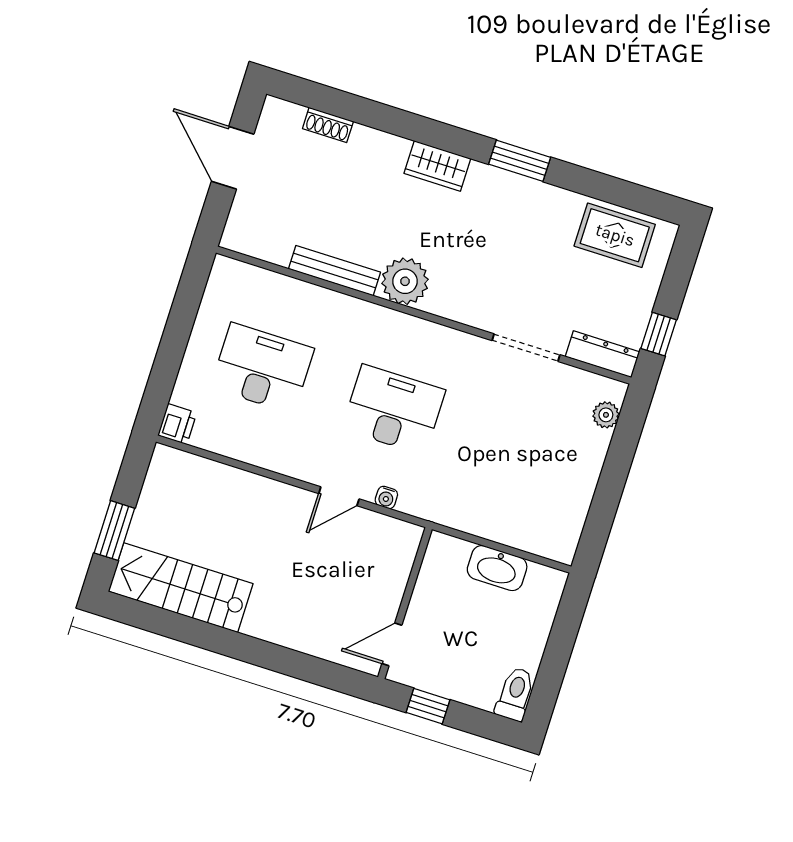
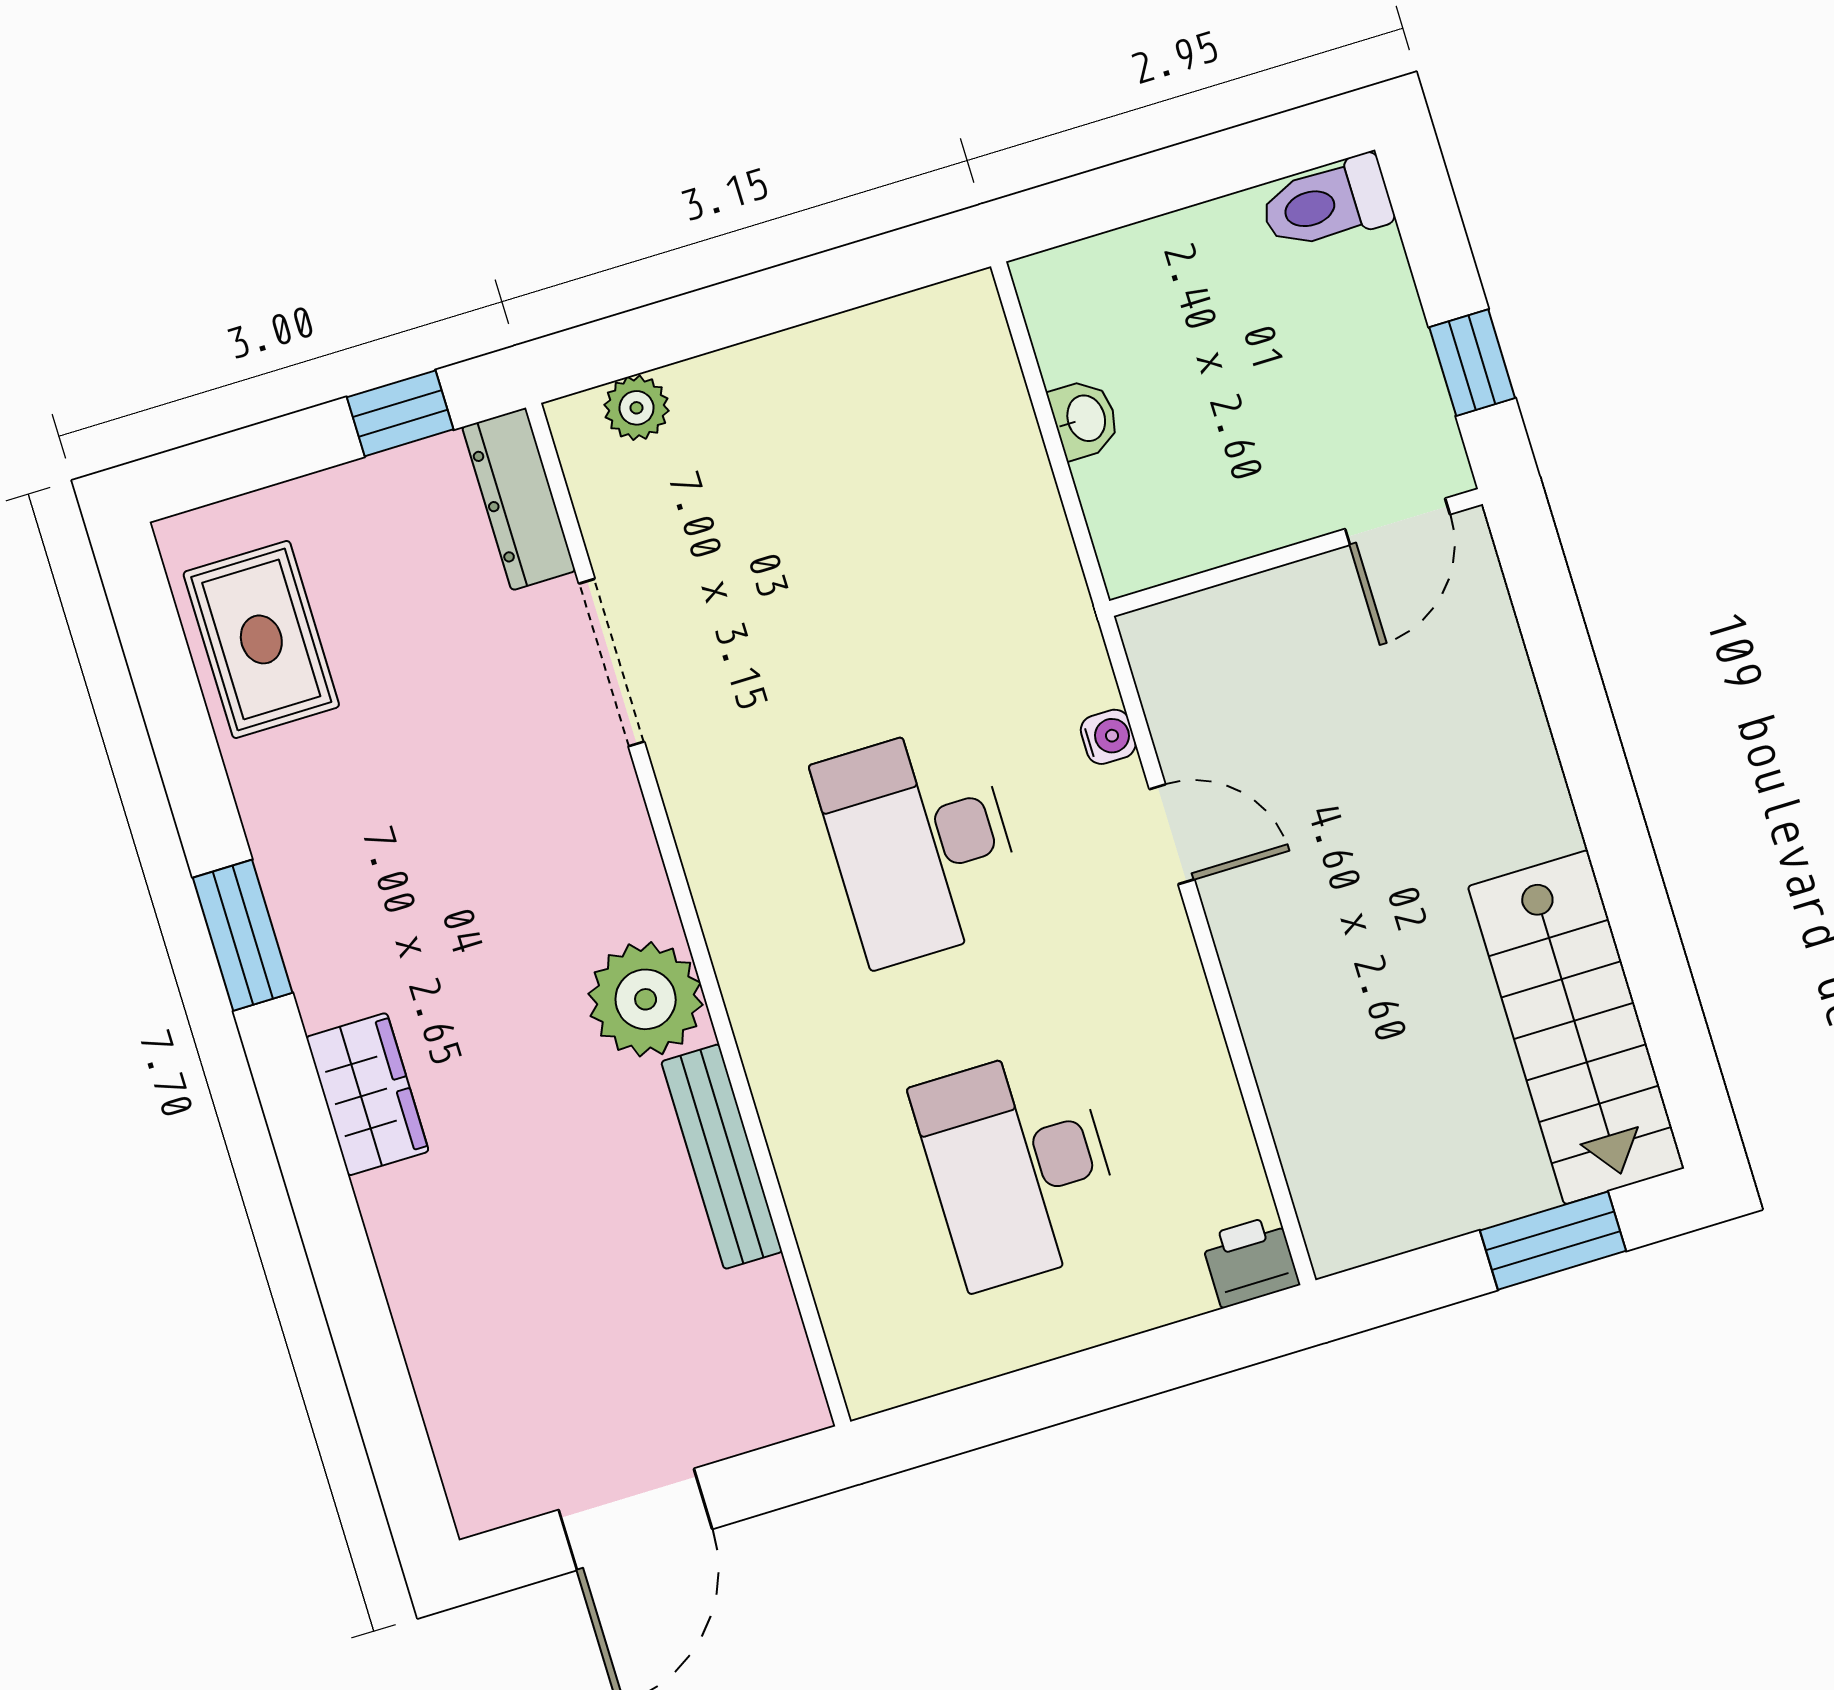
shoe rack: (328, 125) -> (437, 1372), removed
washbasin: (497, 568) -> (1085, 419), width x0.52, depth x0.69
door: (392, 644) -> (1397, 522), hinge flipped

